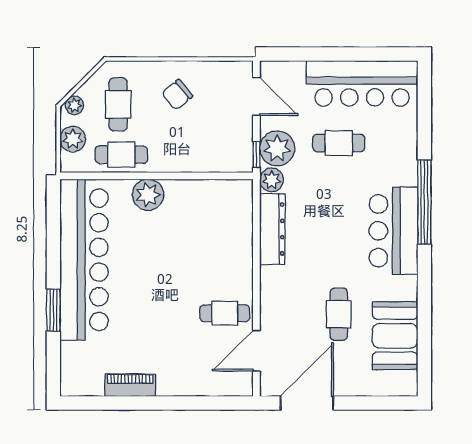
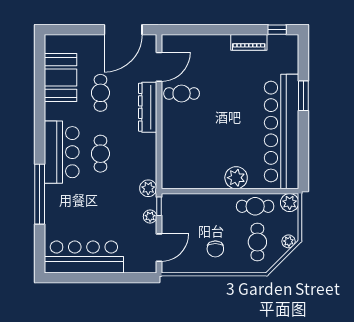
chair: (177, 95) -> (215, 249), turned 130
door: (256, 96) -> (159, 248), swing flipped
plant: (73, 139) -> (290, 203), moved
cafe table: (339, 143) -> (100, 154), moved, turned 90
plant: (277, 148) -> (150, 217), width x0.53, depth x0.53
window: (424, 202) -> (40, 194), moved
dresser: (272, 229) -> (148, 107), moved
window: (90, 403) -> (277, 30), added

